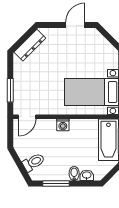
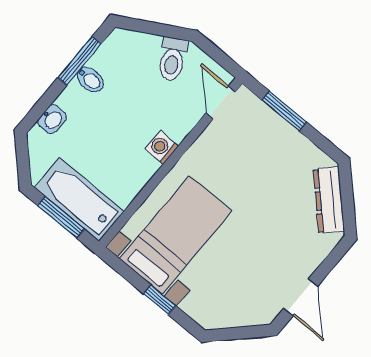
toilet: (34, 162) -> (172, 59), moved
bidet: (74, 173) -> (90, 80), moved

